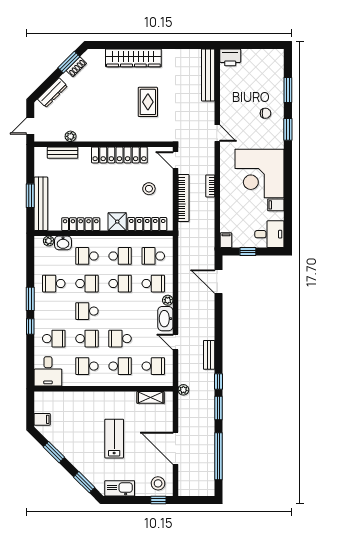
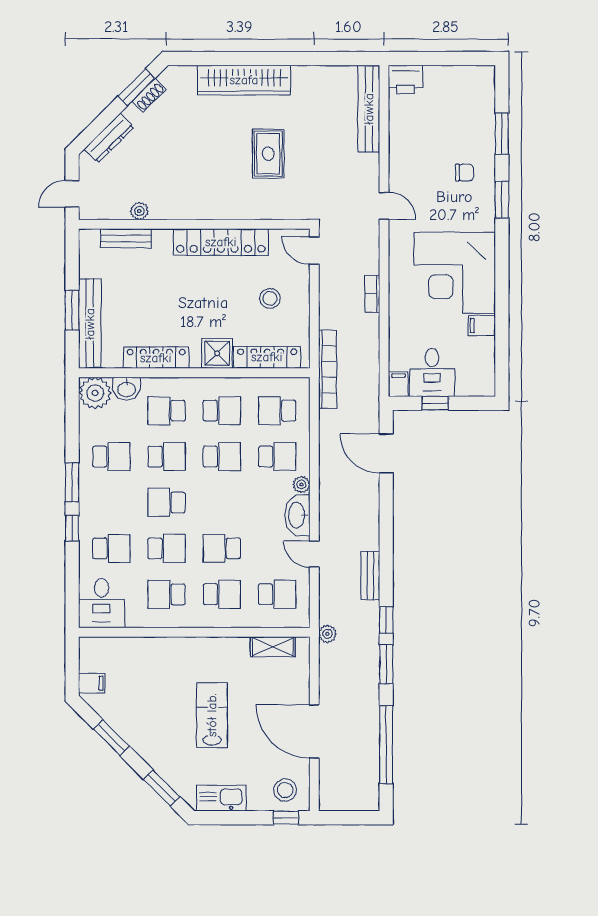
bookcase: (183, 198) -> (328, 369), moved
desk: (269, 234) -> (432, 372), moved, turned 90
plant: (49, 241) -> (95, 393), width x1.88, depth x1.88
school desk: (54, 284) -> (111, 457), turned 180

